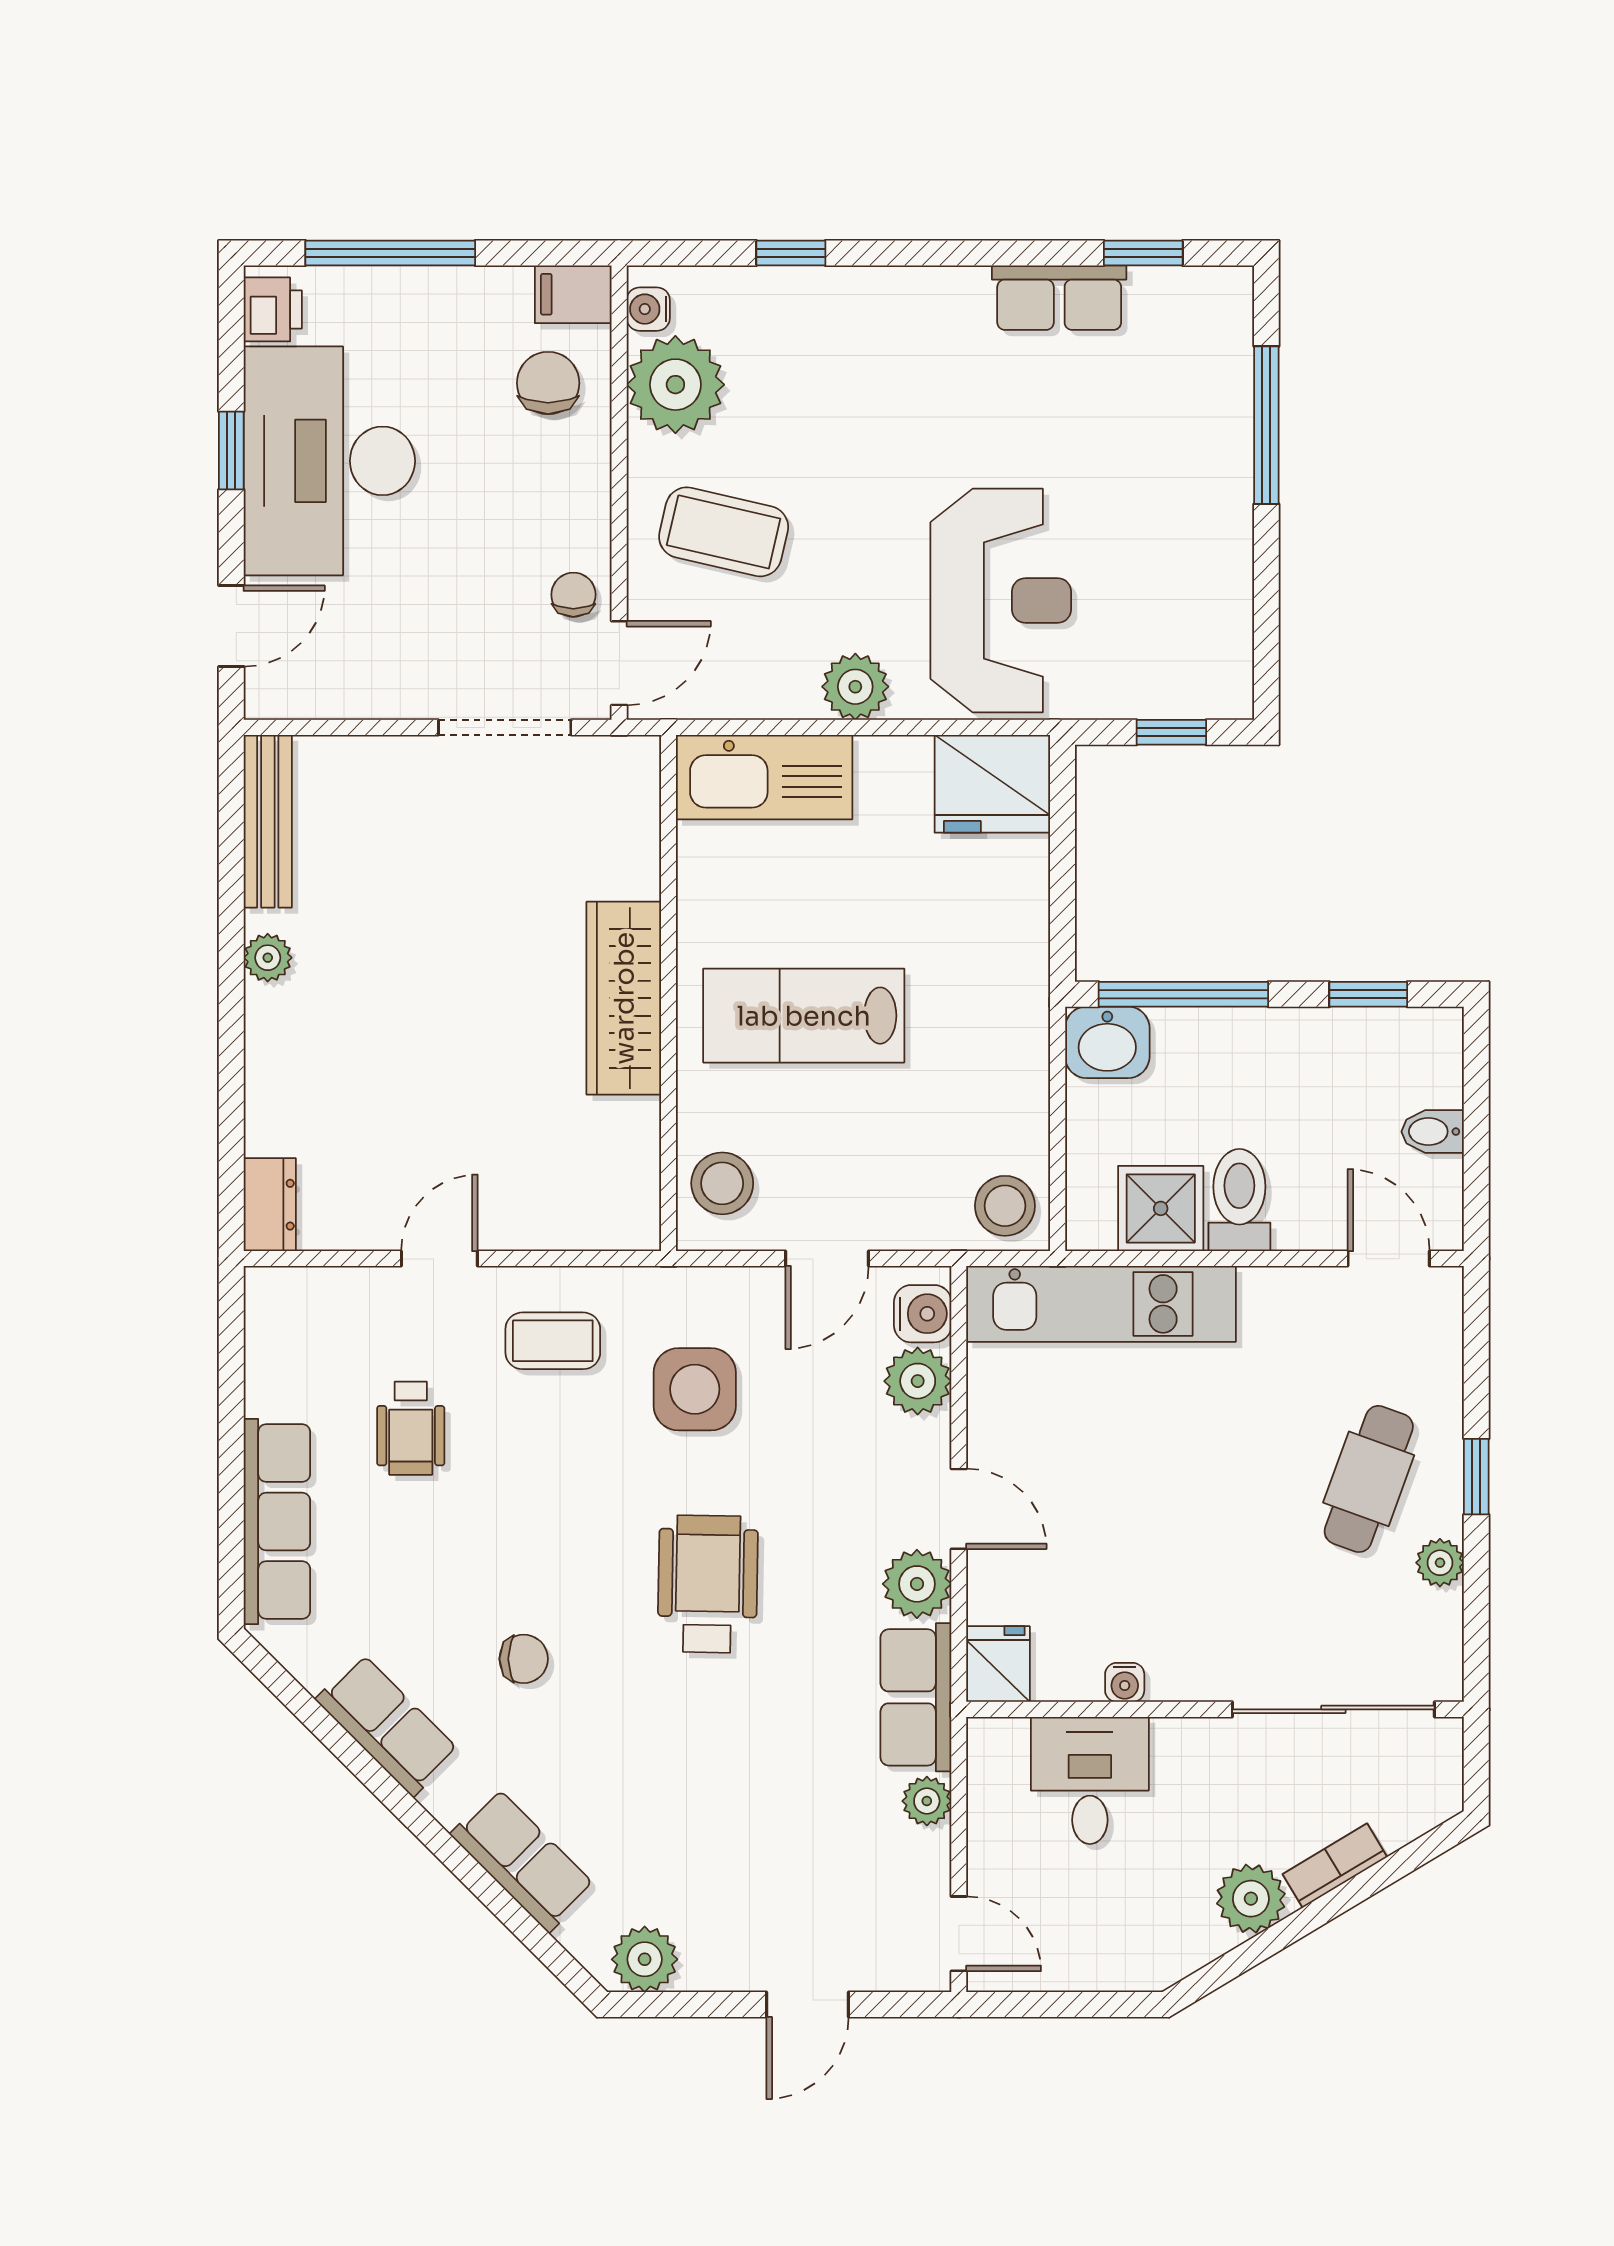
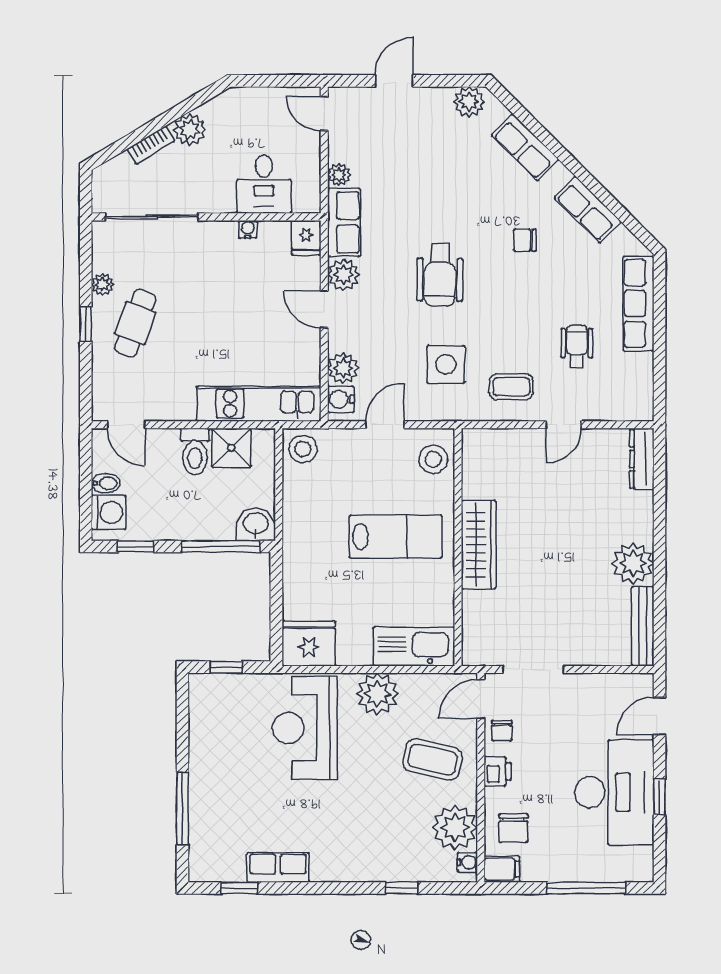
printer: (273, 309) -> (498, 771), moved, turned 180
plant: (855, 687) -> (377, 694), width x1.36, depth x1.36
plant: (268, 958) -> (633, 563), width x1.88, depth x1.88
washing machine: (1427, 1068) -> (109, 512), added
dresser: (270, 1205) -> (642, 459), width x1.44

